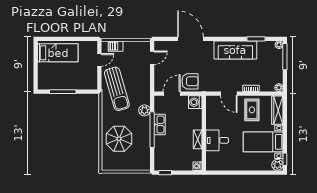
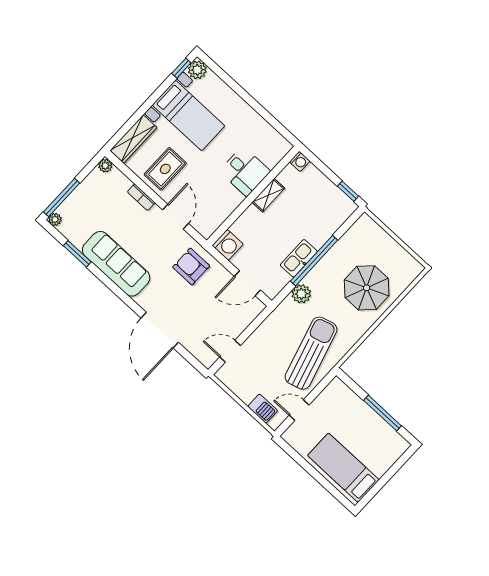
armchair: (190, 81) -> (191, 266), moved

